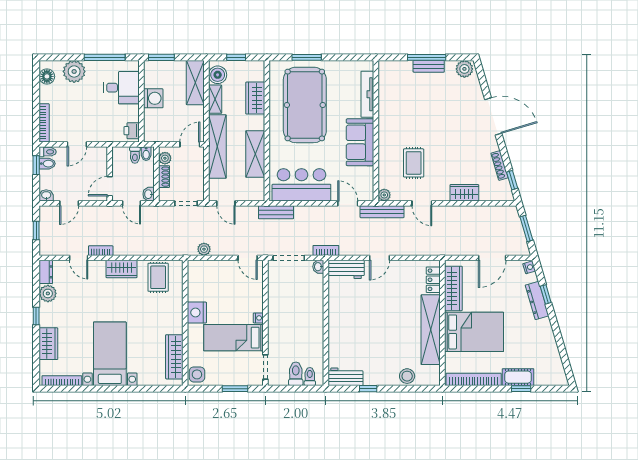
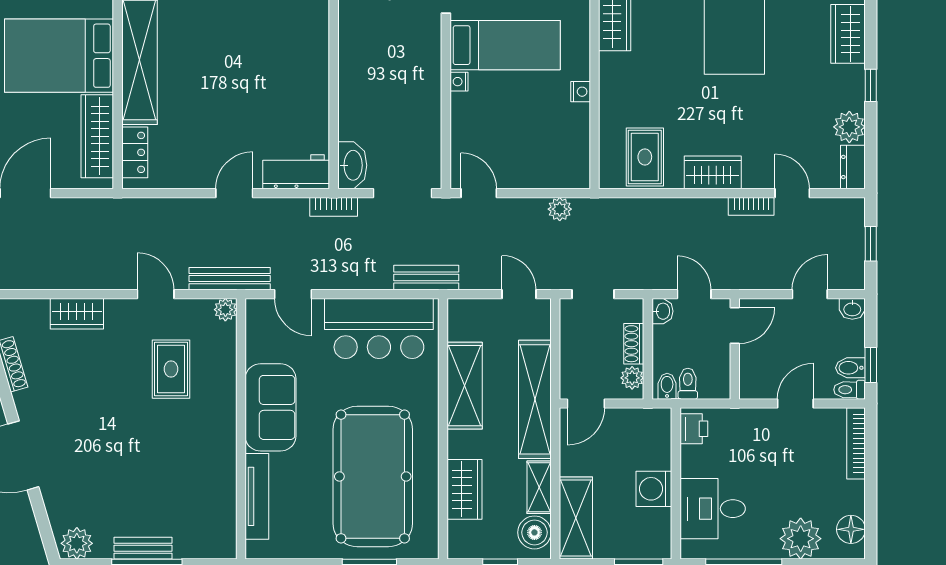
washbasin: (318, 267) -> (352, 165), width x1.91, depth x1.45
nightstand: (197, 313) -> (581, 92), width x0.53, depth x0.56

